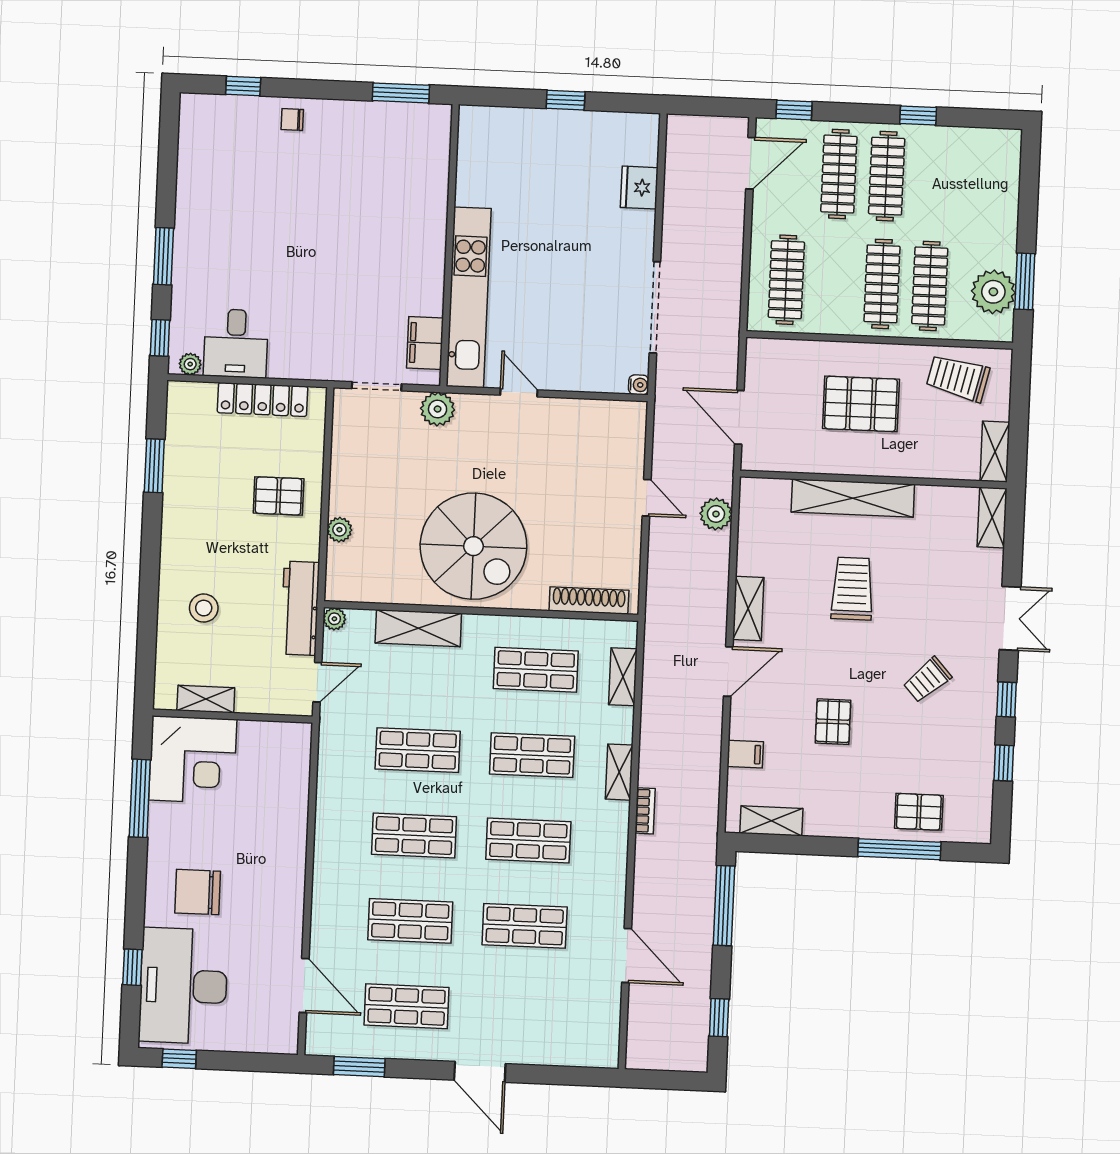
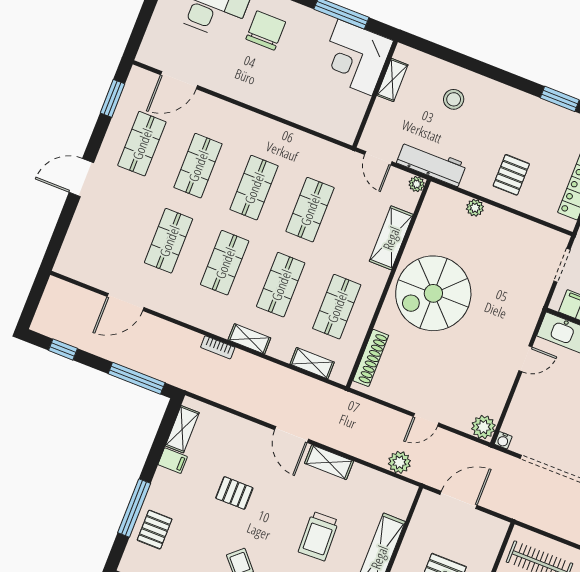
plant: (438, 409) -> (483, 427), moved
trolley: (852, 589) -> (319, 536), turned 88
filing cabinet: (745, 754) -> (173, 461), moved, turned -90

